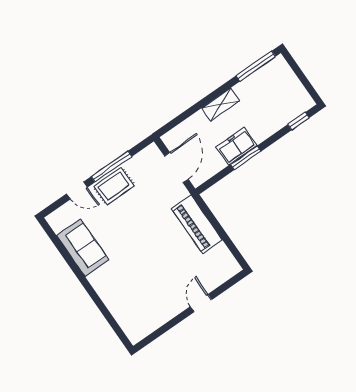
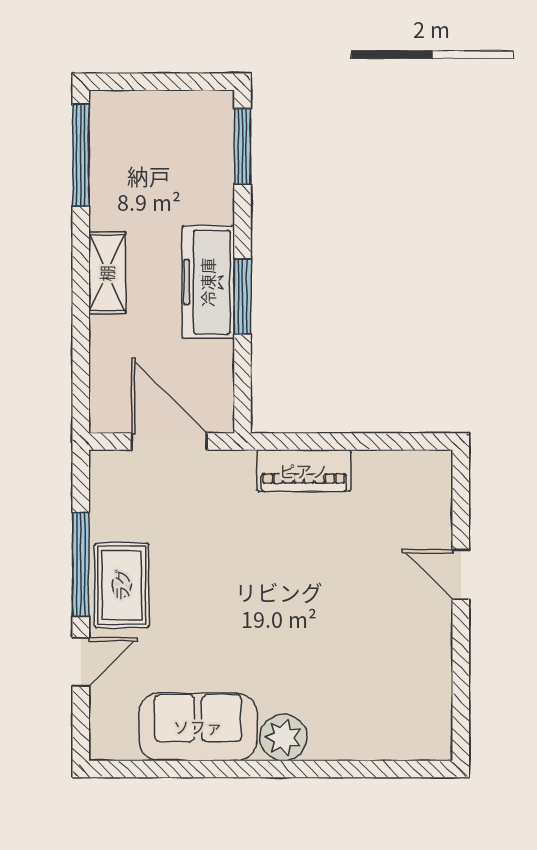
window: (299, 121) -> (242, 146), width x1.50
freezer: (237, 146) -> (208, 282), width x1.40
piano: (197, 224) -> (304, 471), width x0.73, depth x0.75
plant: (100, 281) -> (283, 737), added

